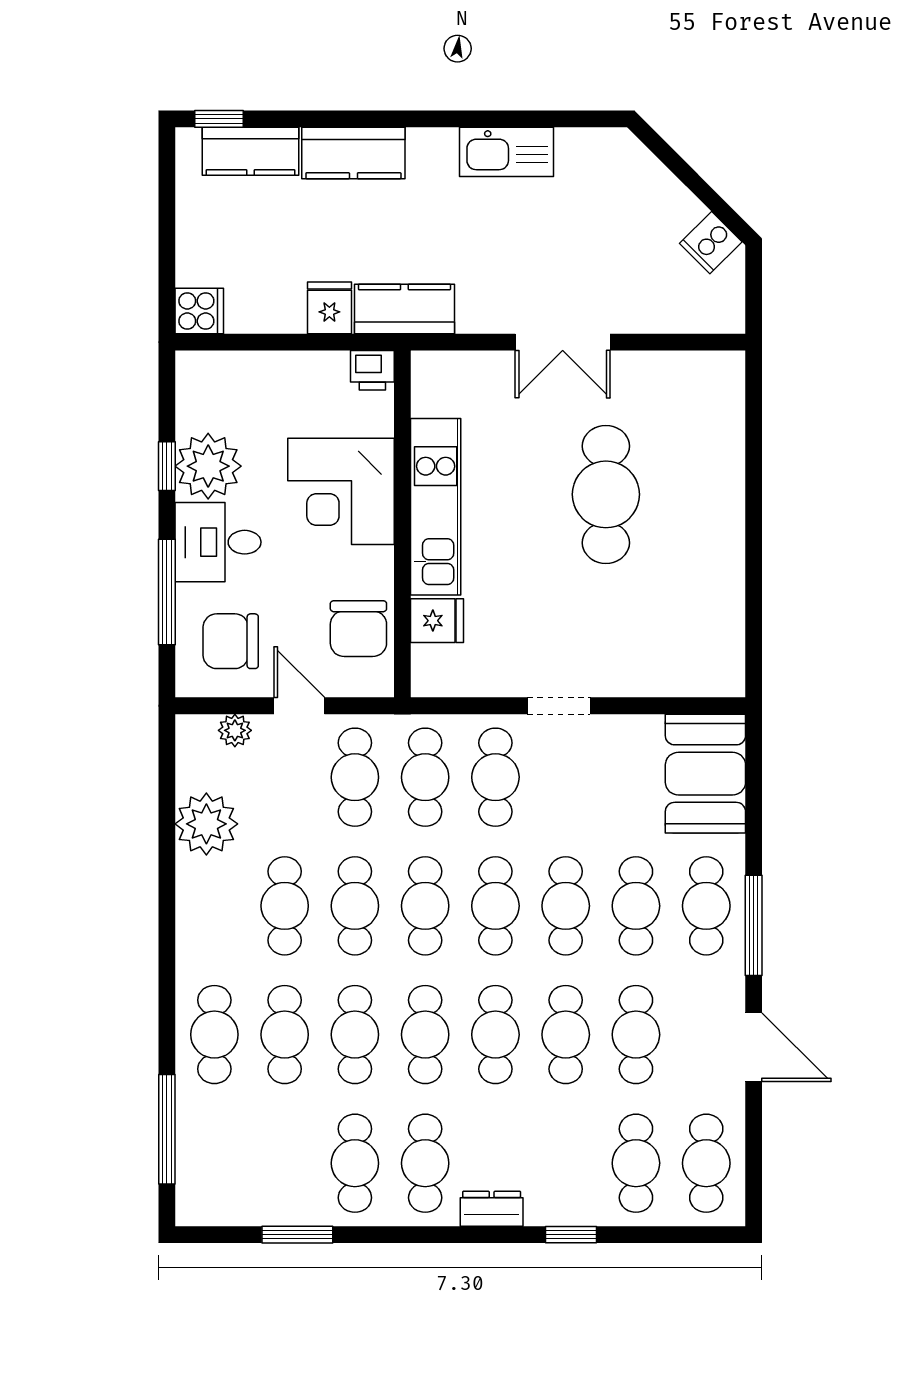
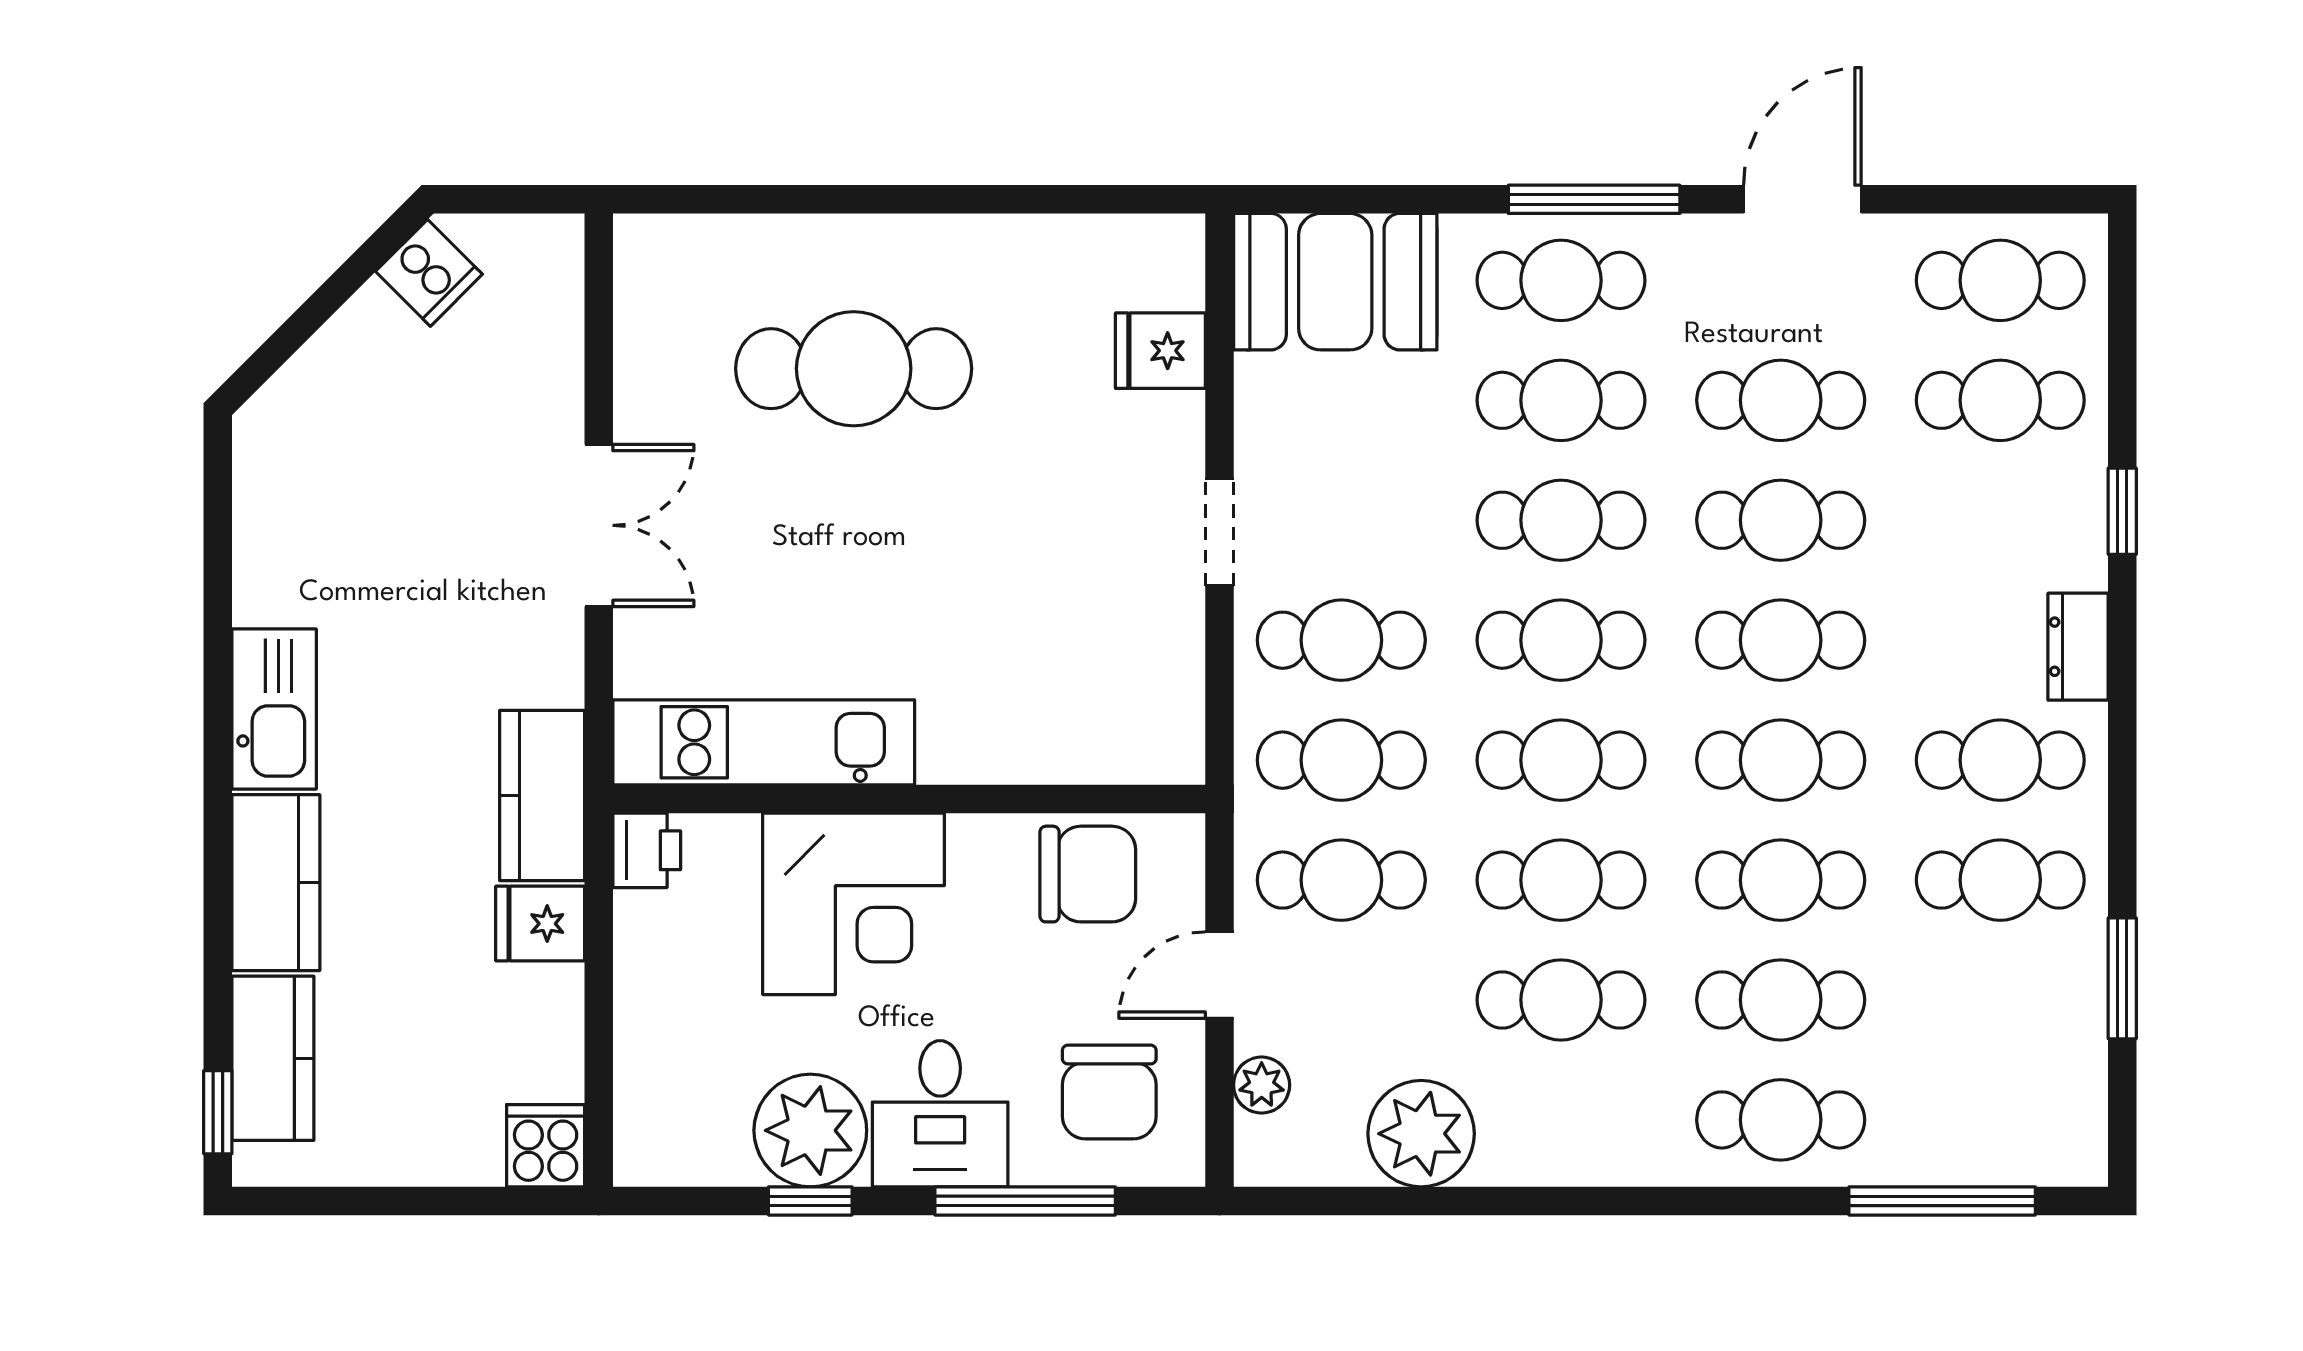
kitchen sink: (506, 152) -> (274, 709), moved
cafe table: (606, 494) -> (854, 369), moved
kitchen unit: (436, 507) -> (764, 742), moved
fridge: (437, 621) -> (1160, 351), moved, turned -90

